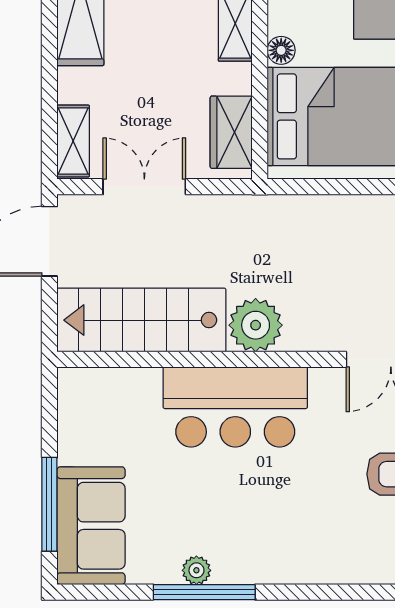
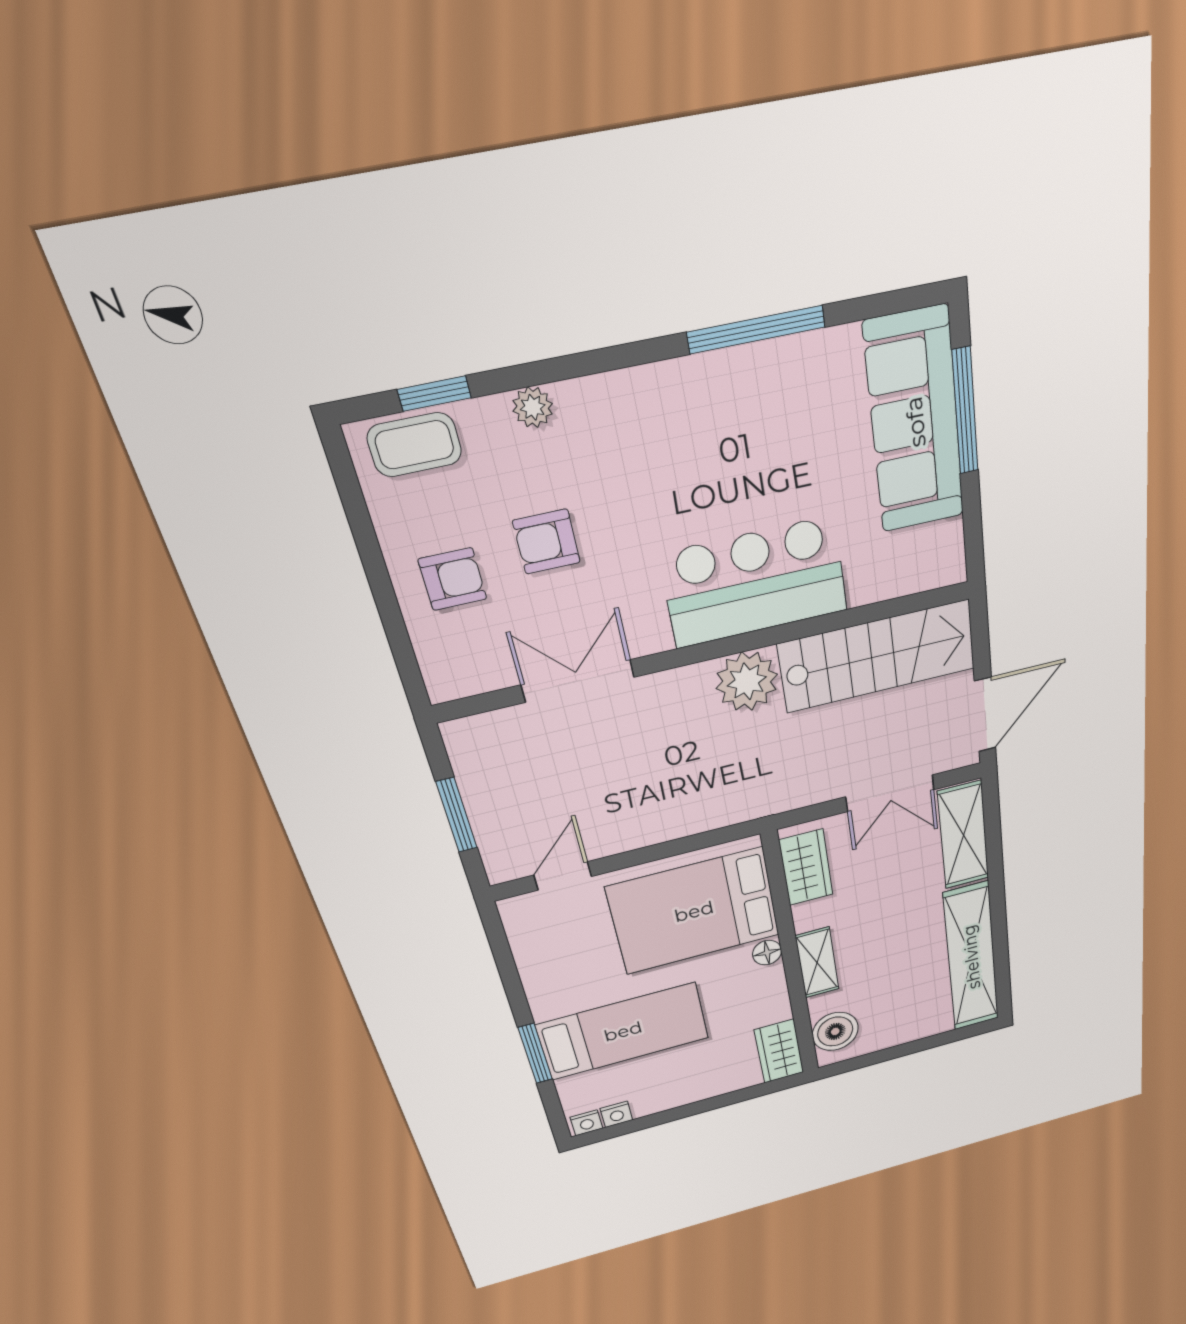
shelving: (73, 141) -> (963, 835), width x1.50, depth x1.33
sofa: (91, 526) -> (915, 422), width x1.36
plant: (196, 570) -> (533, 407), moved

